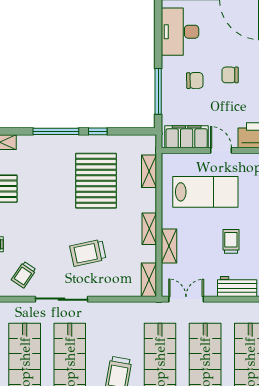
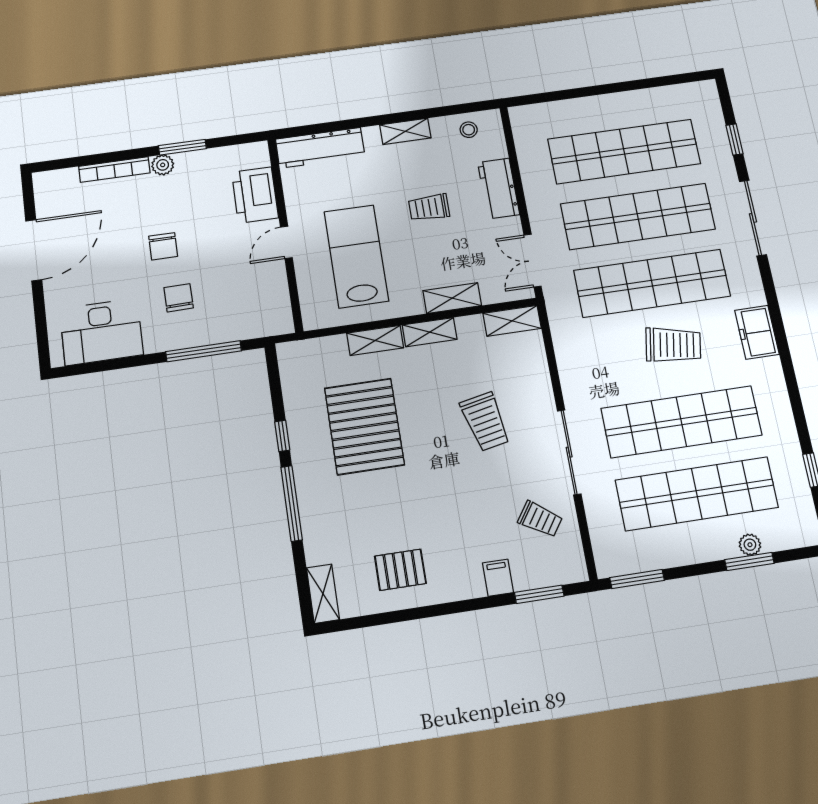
filing cabinet: (187, 137) -> (272, 297), removed
shelving: (149, 171) -> (375, 340), moved
pallet: (96, 181) -> (364, 426), turned 90

